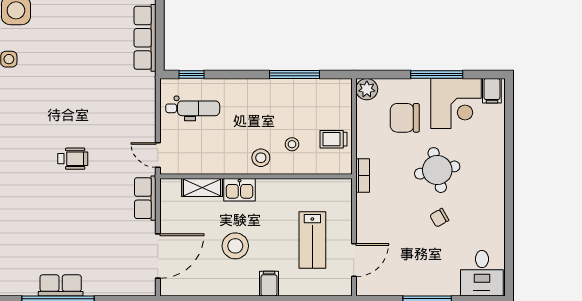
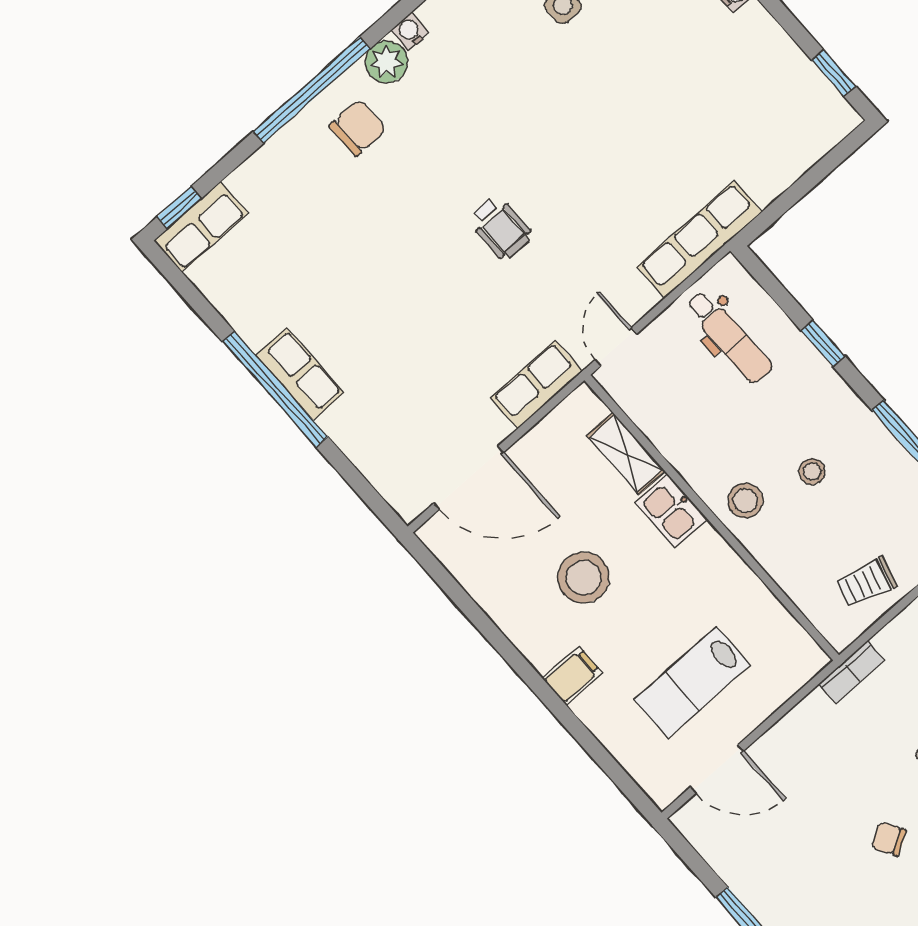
row of seats: (145, 38) -> (700, 239), moved
window: (192, 74) -> (823, 343), moved
trolley: (333, 139) -> (866, 582), turned -74
stool: (292, 144) -> (812, 472), moved

